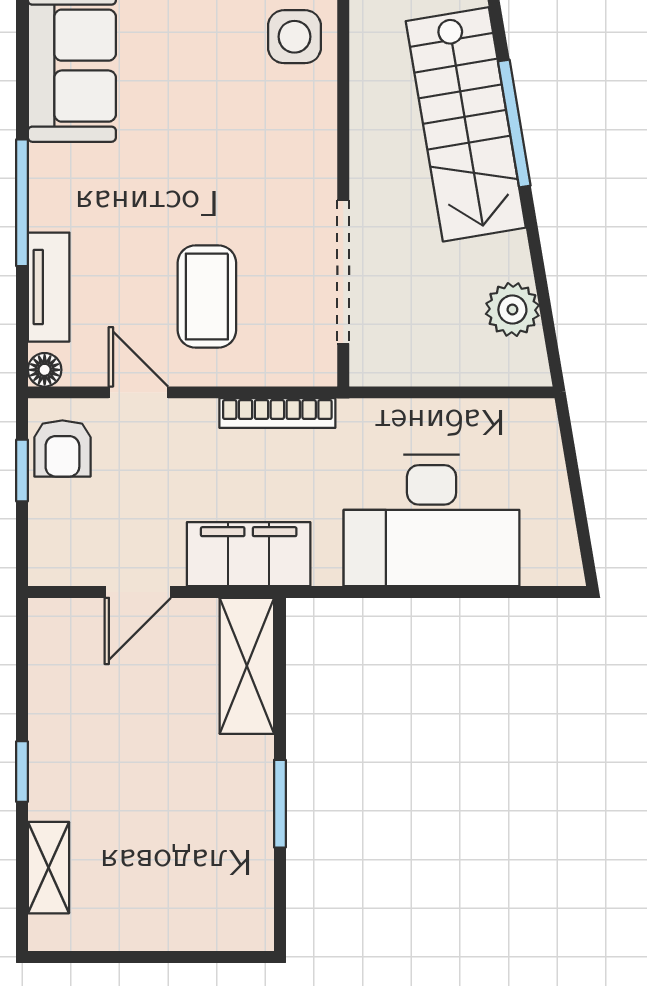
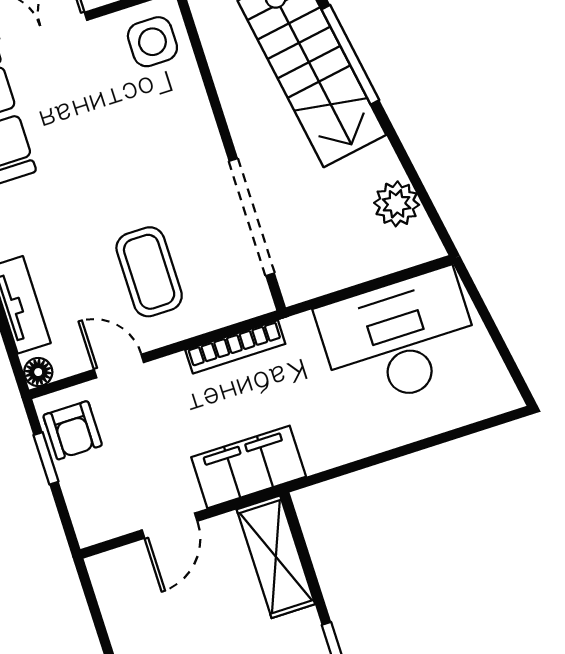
desk: (432, 520) -> (399, 339), moved, turned 180

